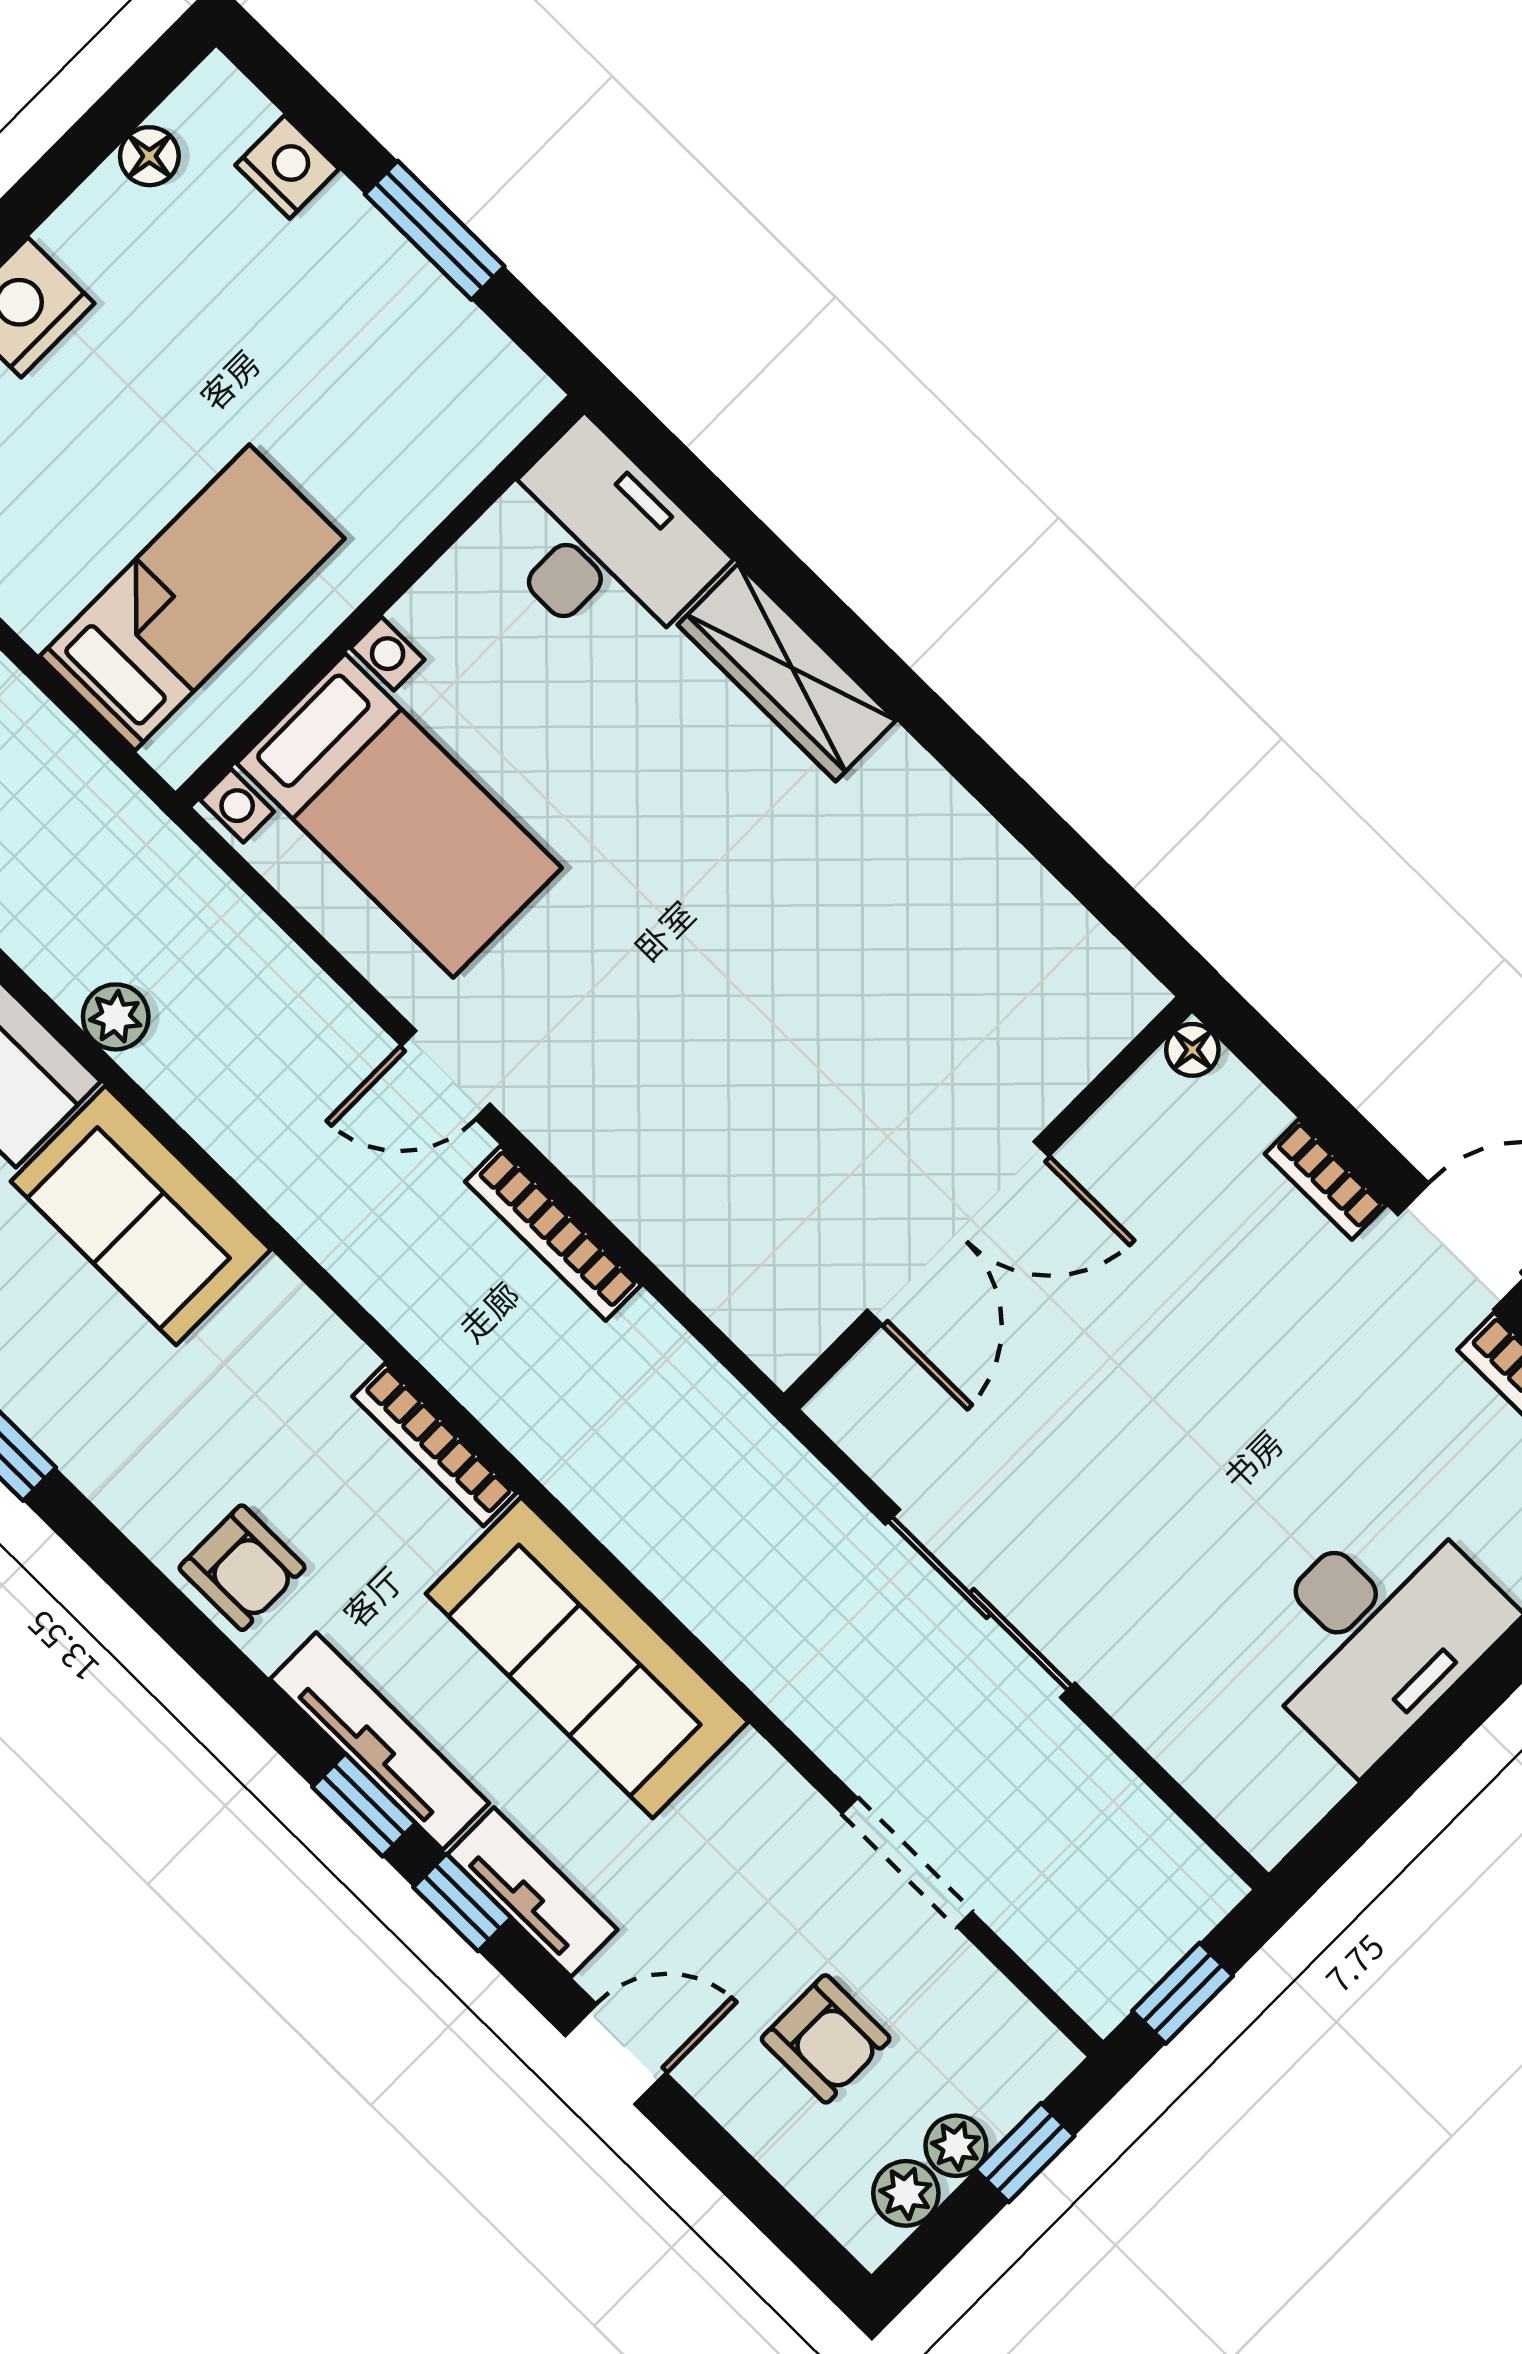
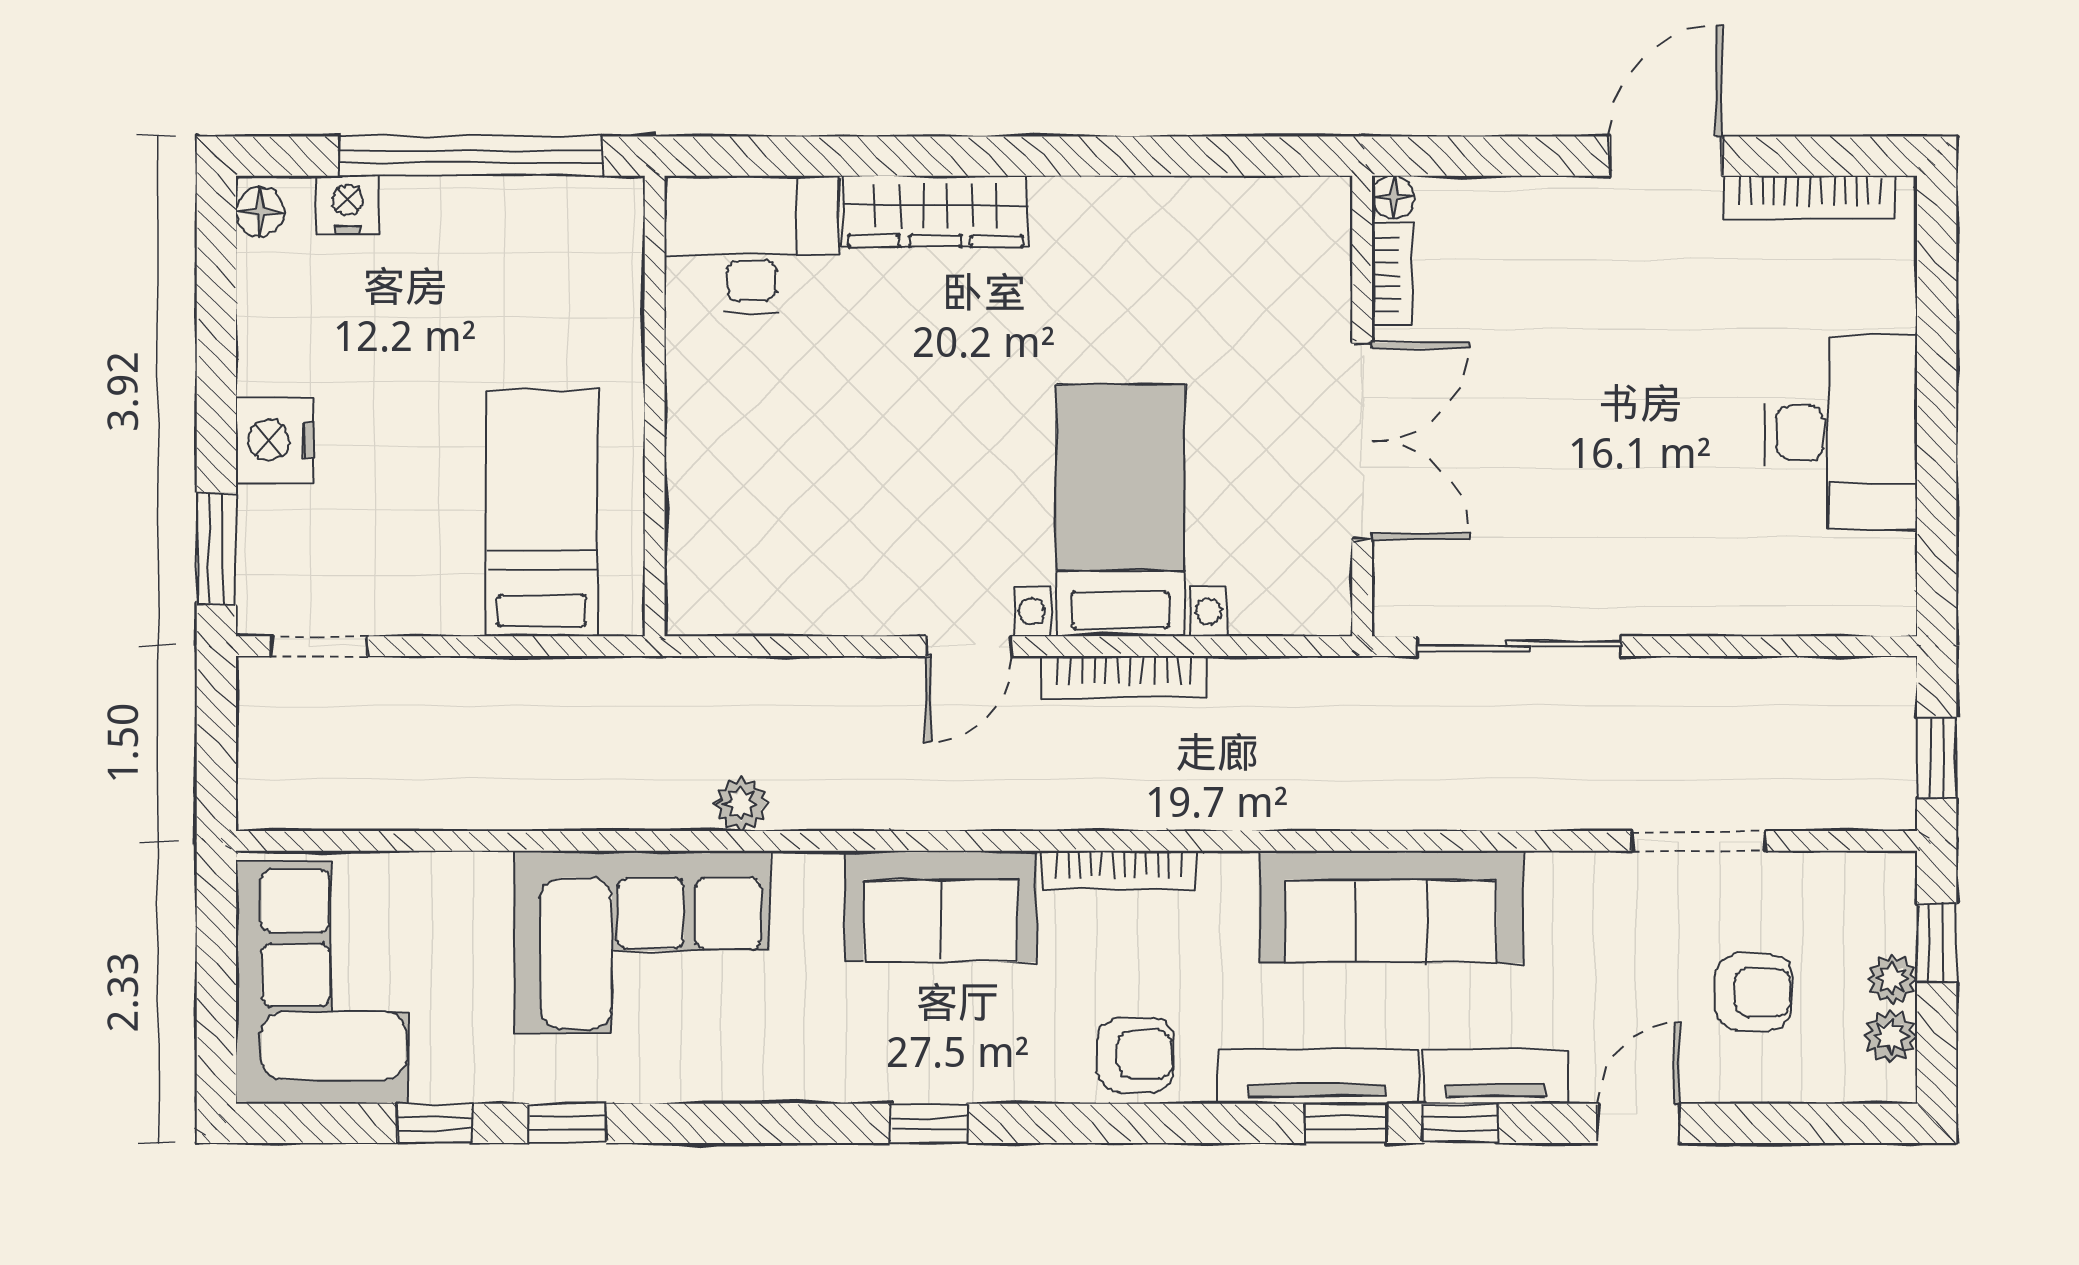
floor lamp: (149, 156) -> (260, 212), moved
window: (435, 230) -> (471, 156), width x2.11
bed with nightstands: (399, 815) -> (1120, 510), moved, turned -90
bookcase: (1325, 1179) -> (1392, 274), moved, turned -90
sofa: (141, 1216) -> (941, 906), moved
bookcase: (434, 1445) -> (1118, 870), moved
sliding door: (980, 1604) -> (1519, 646), moved

